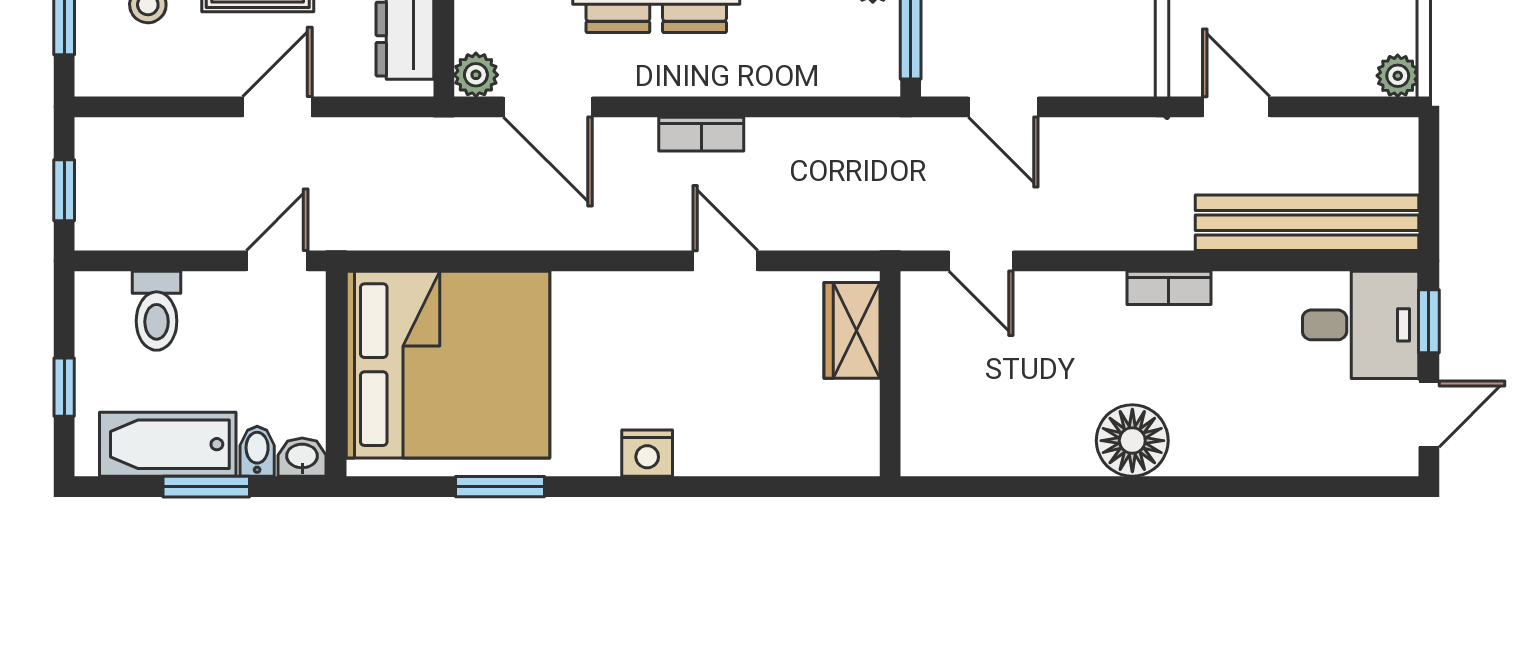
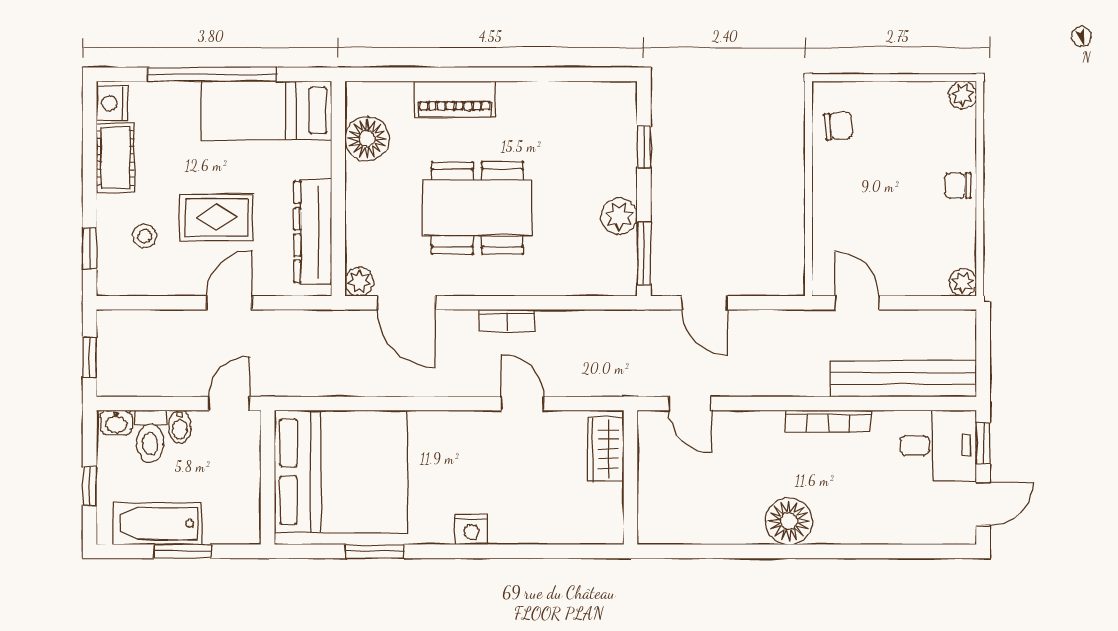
bookcase: (1169, 288) -> (828, 421), width x1.56
bidet: (257, 451) -> (180, 427), moved, turned 180
washbasin: (302, 457) -> (116, 423), moved, turned 180

